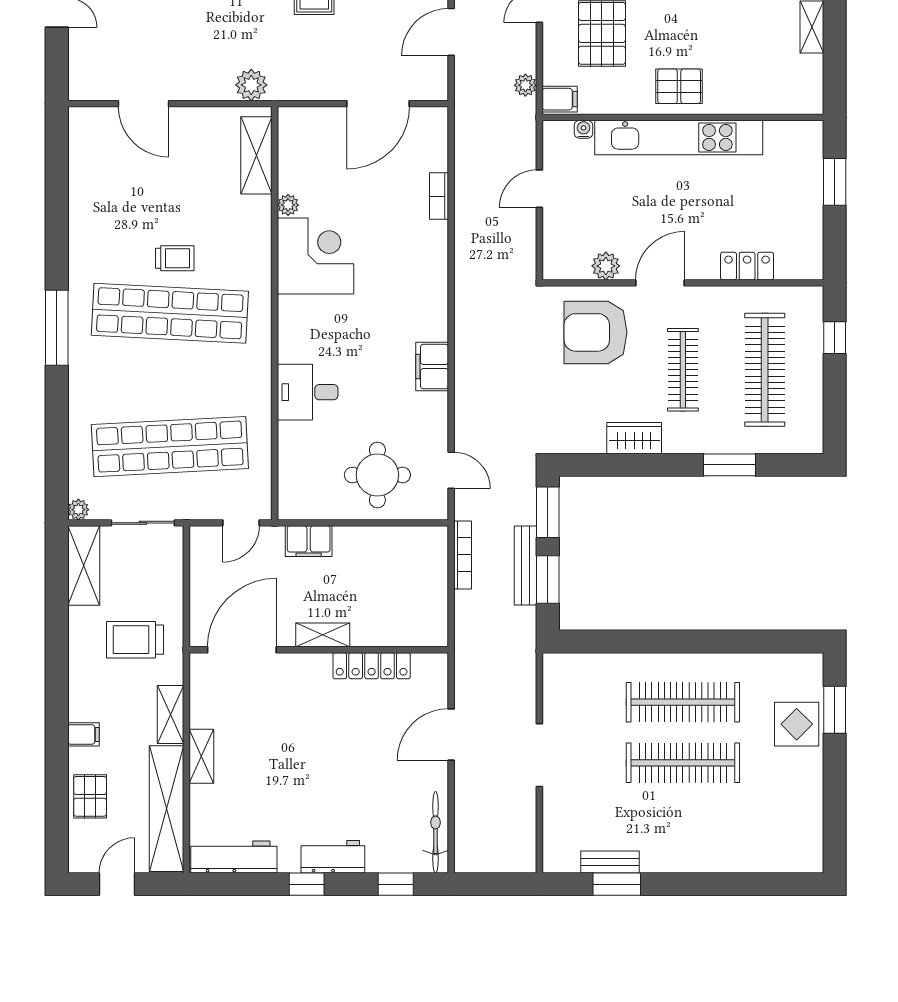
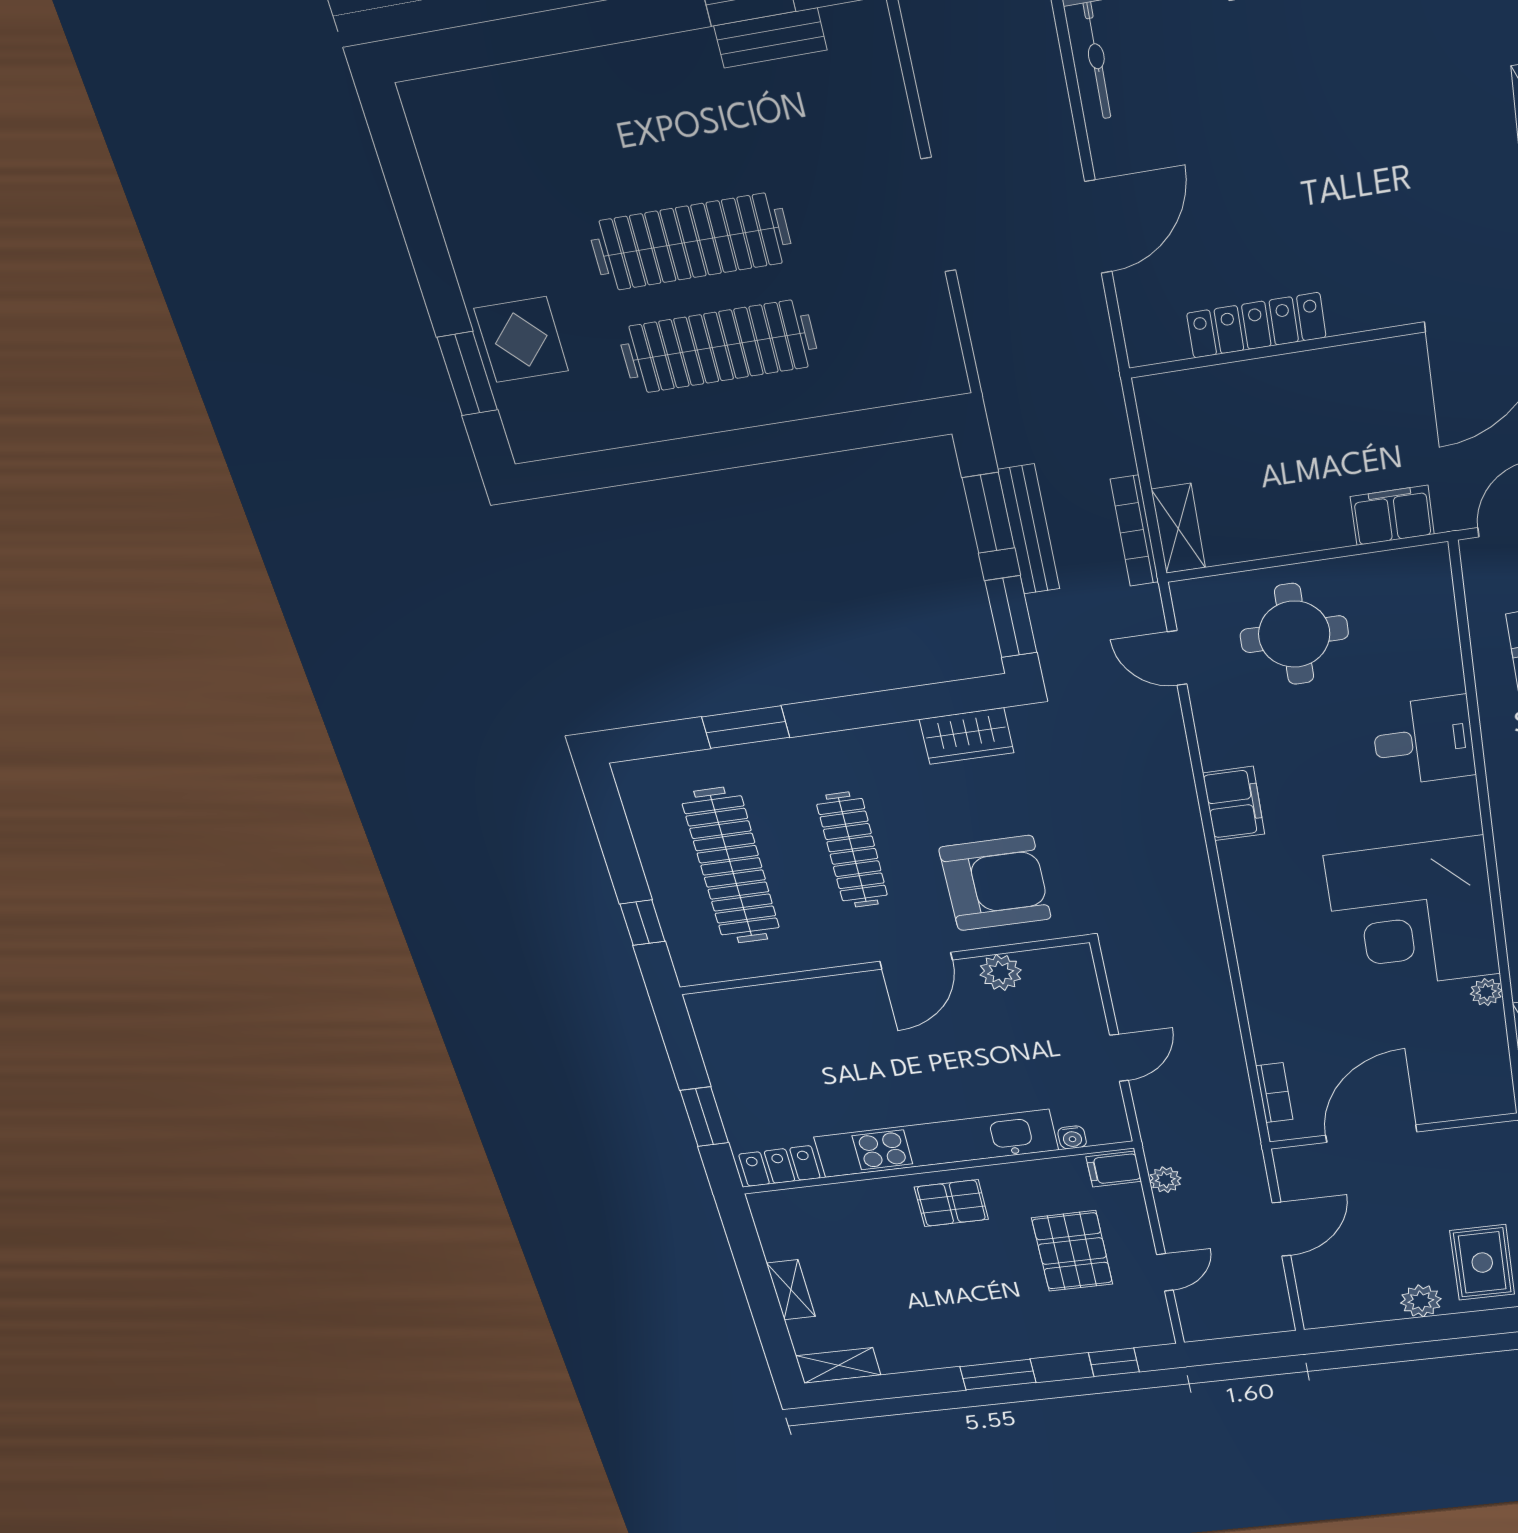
bookcase: (439, 196) -> (1274, 1093), moved
corner desk: (316, 256) -> (1413, 915), width x1.36, depth x1.36
locker: (747, 266) -> (780, 1166), moved, turned 180
wardrobe: (634, 438) -> (967, 736), moved
shelving: (323, 635) -> (1178, 529), moved, turned 90

